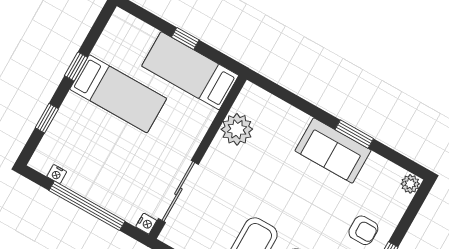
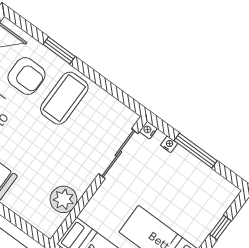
nightstand: (57, 174) -> (169, 144), moved
window: (87, 206) -> (196, 151), width x0.68

